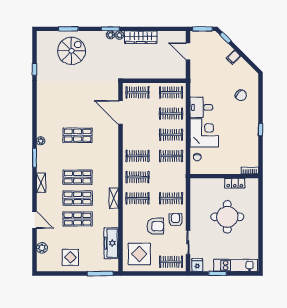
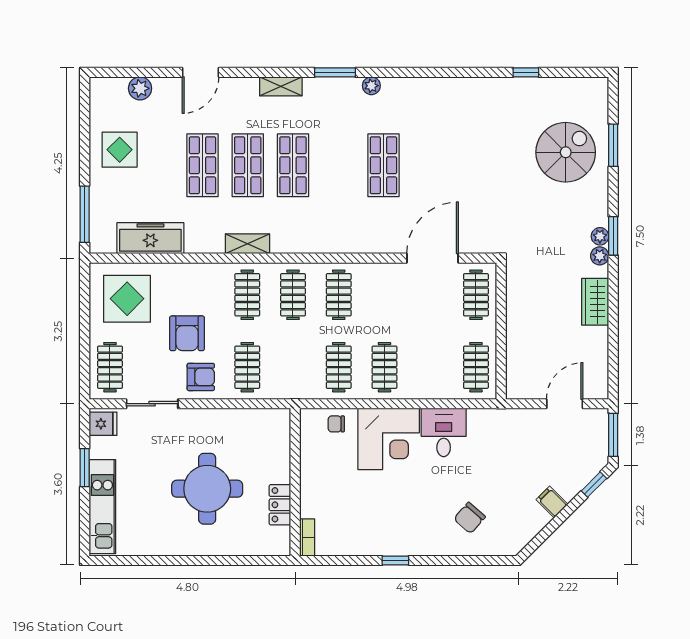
wardrobe: (141, 37) -> (595, 302), width x0.67
spiral stairs: (72, 51) -> (566, 152), turned -90
clothes rail: (171, 114) -> (430, 367), removed

